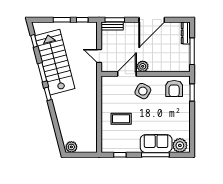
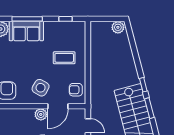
armchair: (110, 89) -> (76, 90), added

